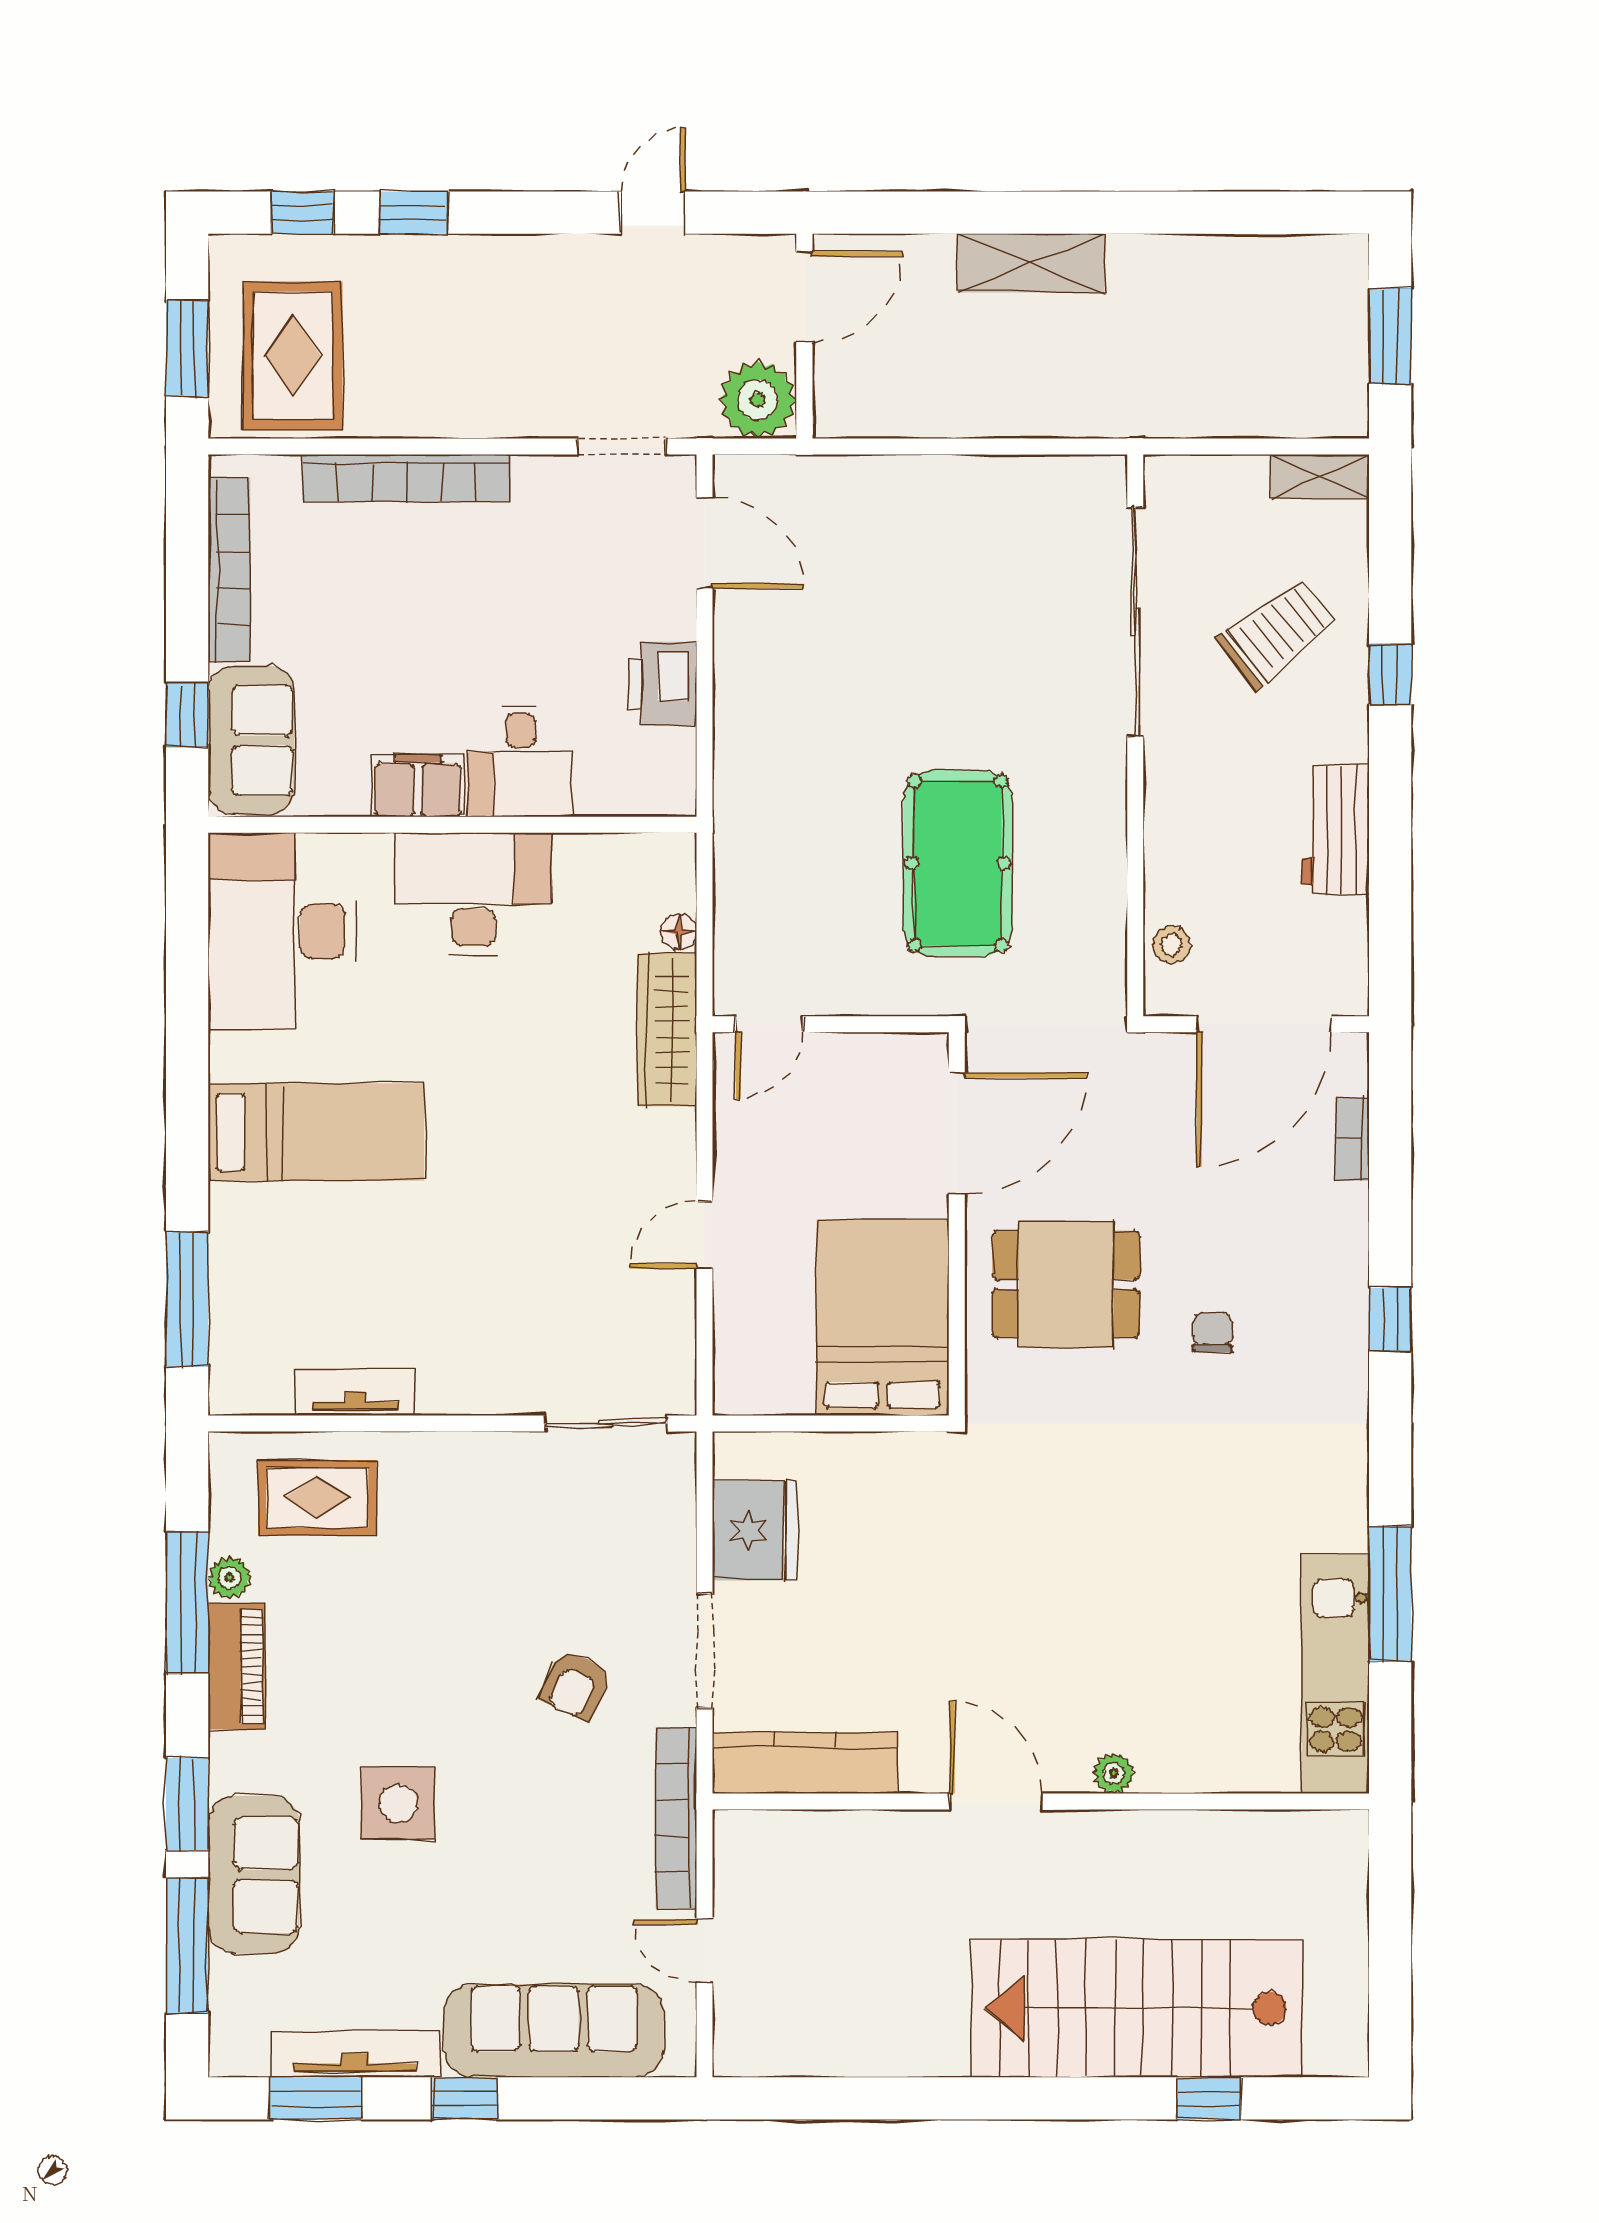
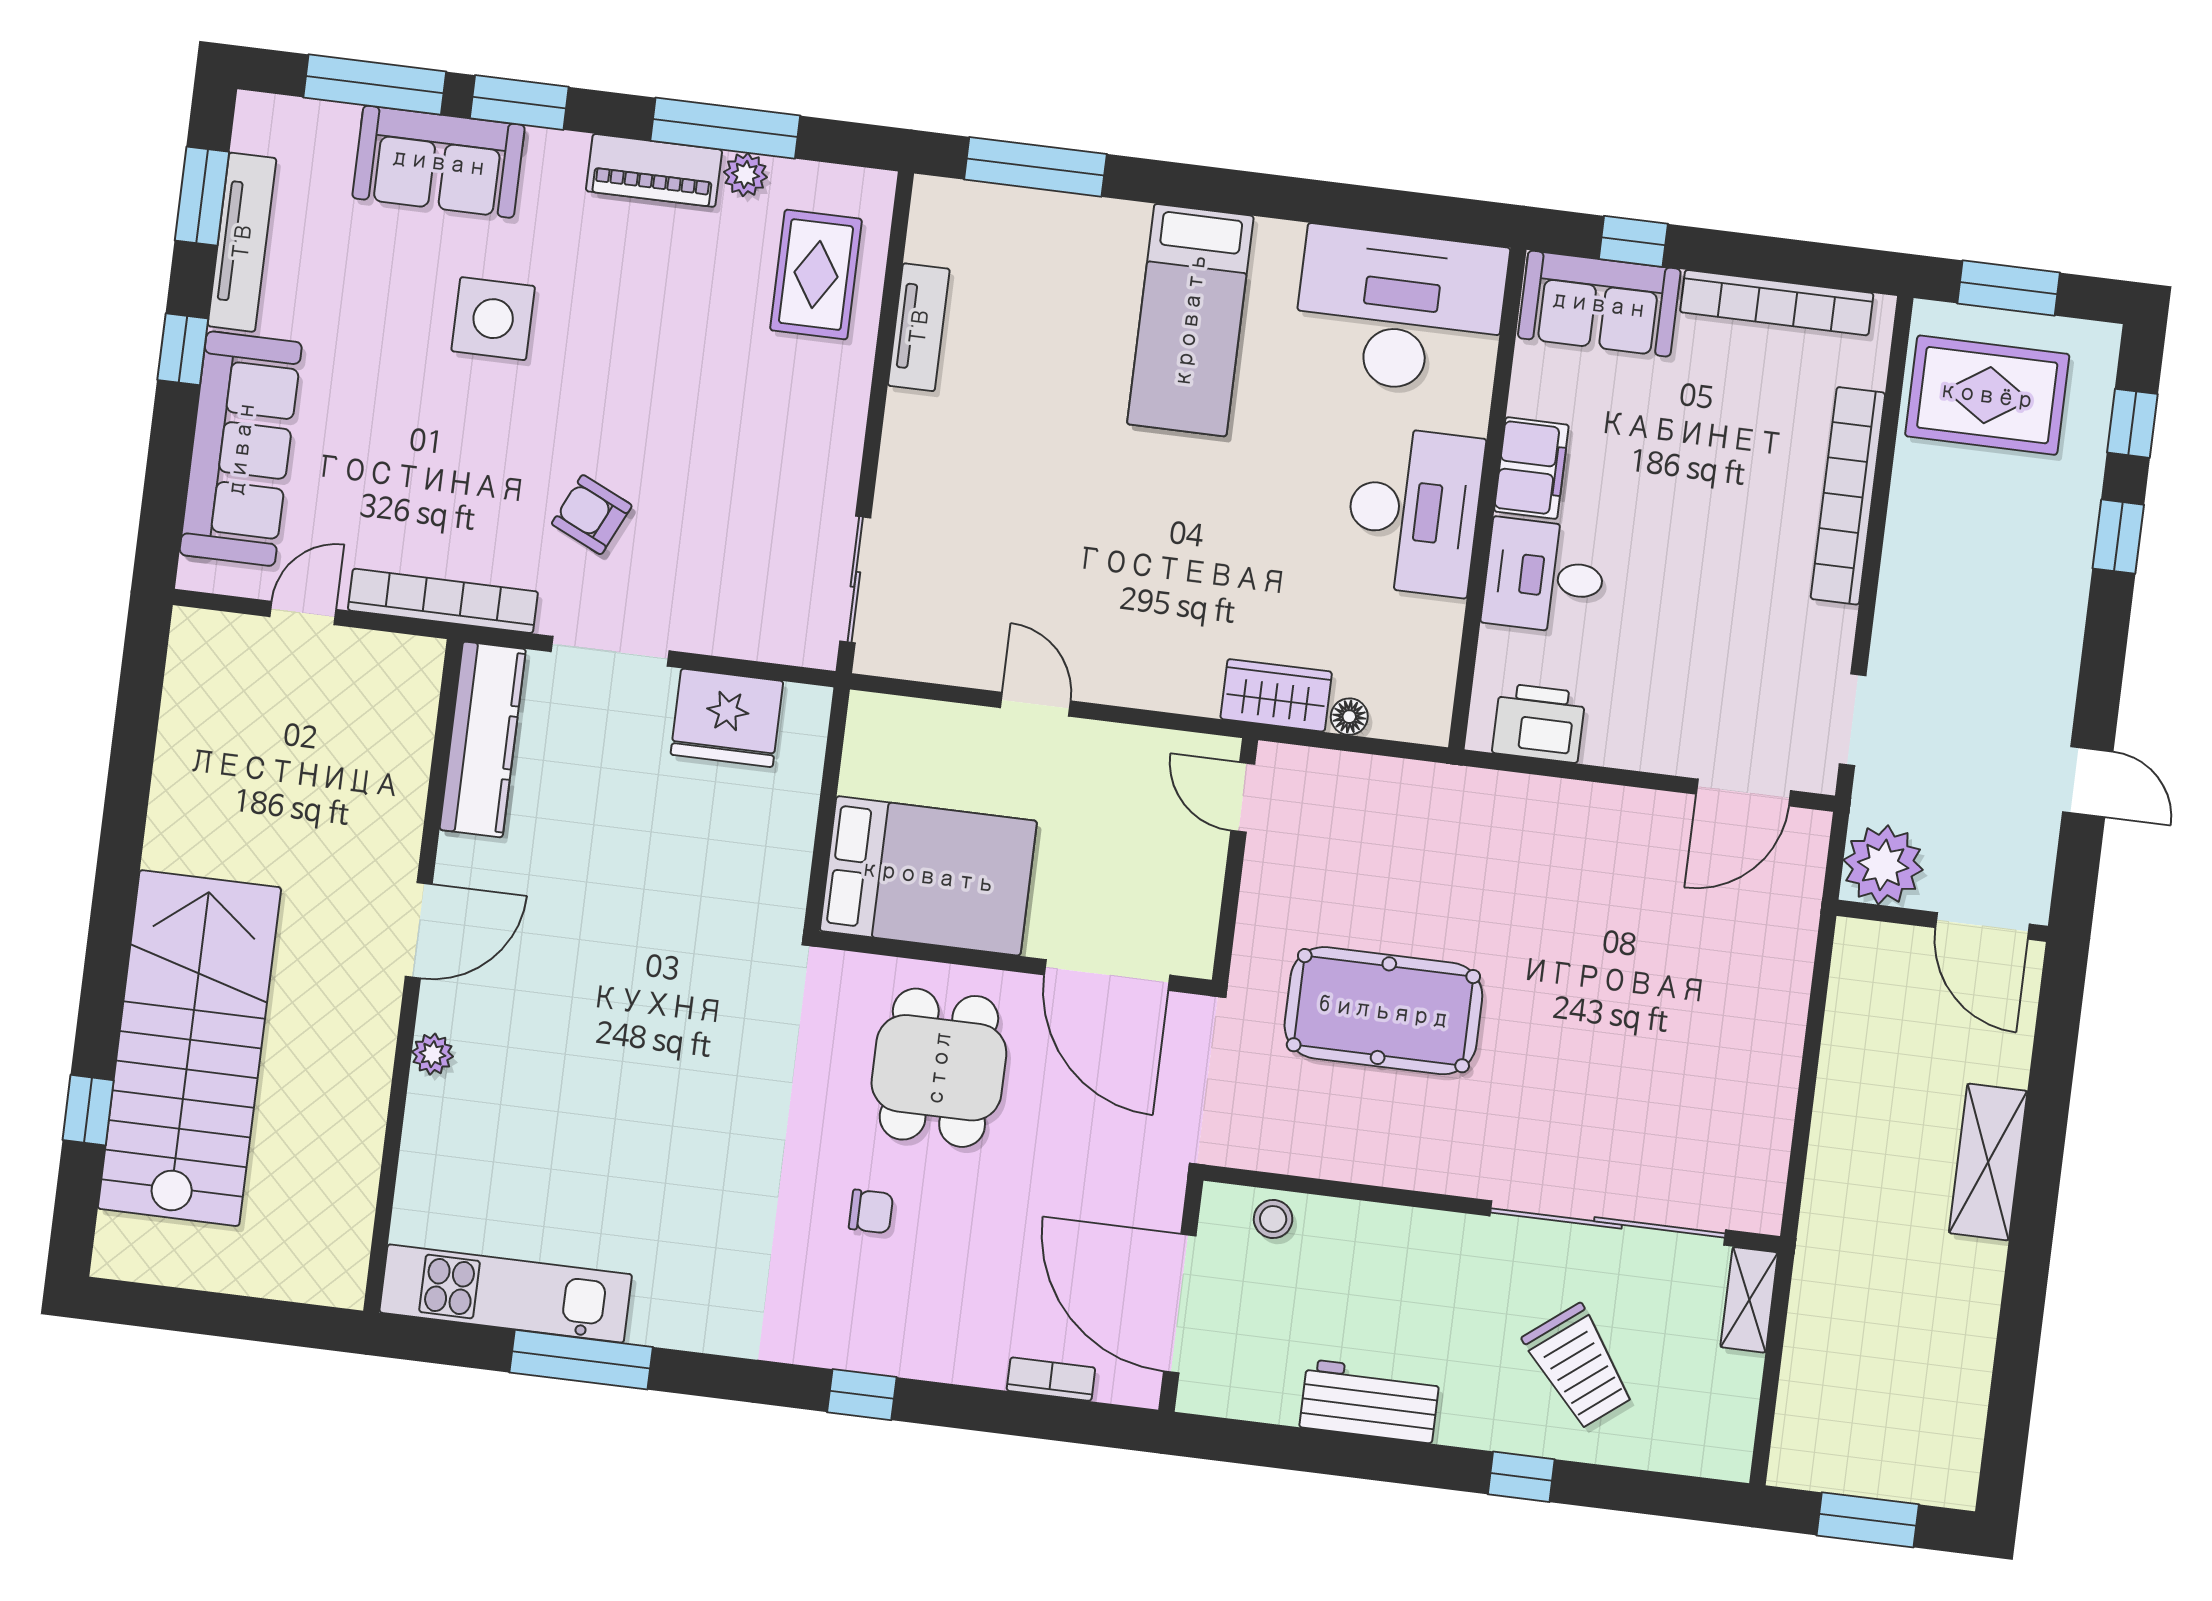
shelving: (1320, 476) -> (1749, 1300), moved
printer: (662, 684) -> (1539, 723), moved
wardrobe: (667, 1030) -> (1276, 695), width x0.67

